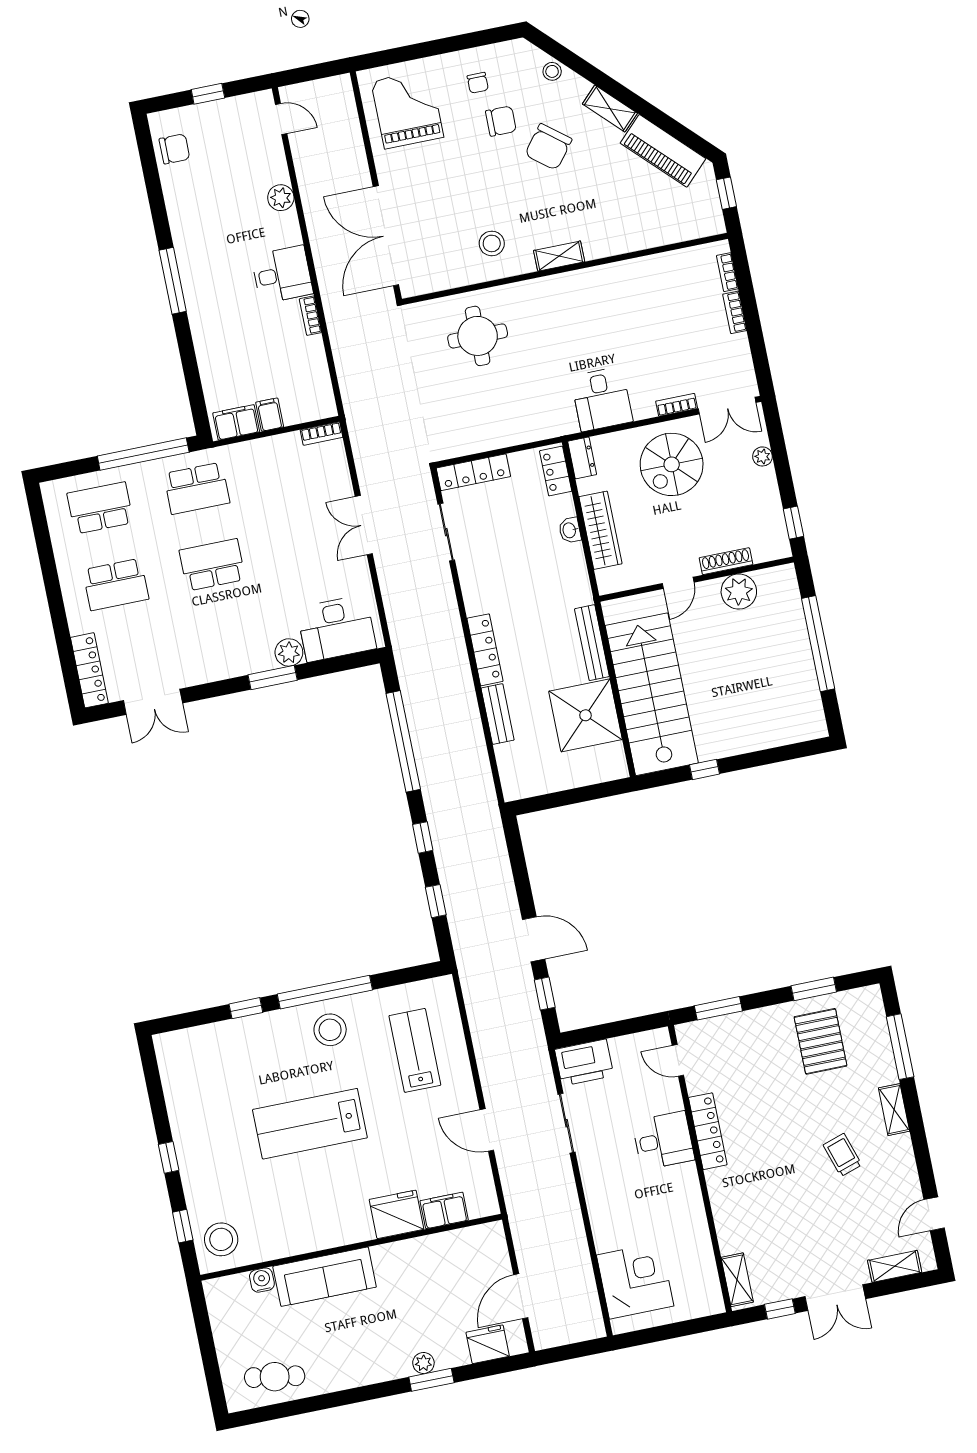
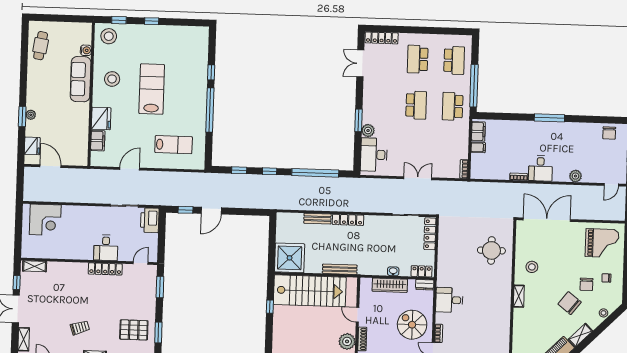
shower: (585, 715) -> (290, 258), moved
stool: (330, 1030) -> (112, 79), moved

